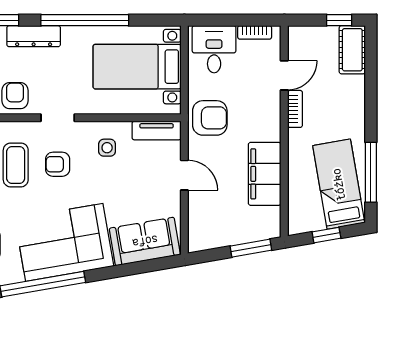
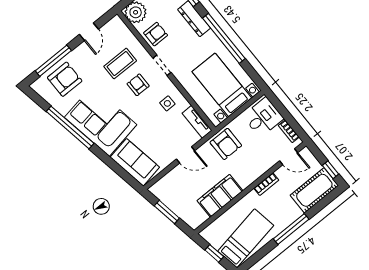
cot: (352, 50) -> (314, 190), width x1.37, depth x1.34
door: (284, 75) -> (289, 157), moved
window: (371, 172) -> (291, 229), moved
door: (184, 175) -> (186, 155), hinge flipped
window: (251, 248) -> (167, 212), moved

